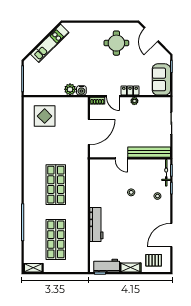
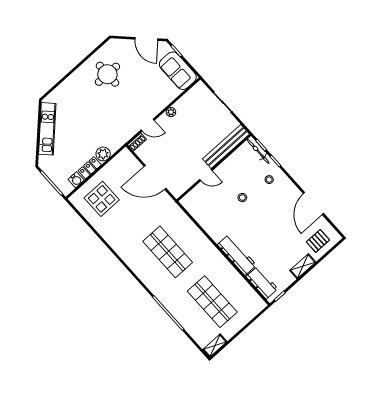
door: (151, 35) -> (146, 39), moved
water cooler: (81, 90) -> (76, 180), moved
locker: (130, 90) -> (90, 168), moved
door: (89, 132) -> (155, 177), swing flipped
workbench: (107, 266) -> (262, 283), moved, turned 90

